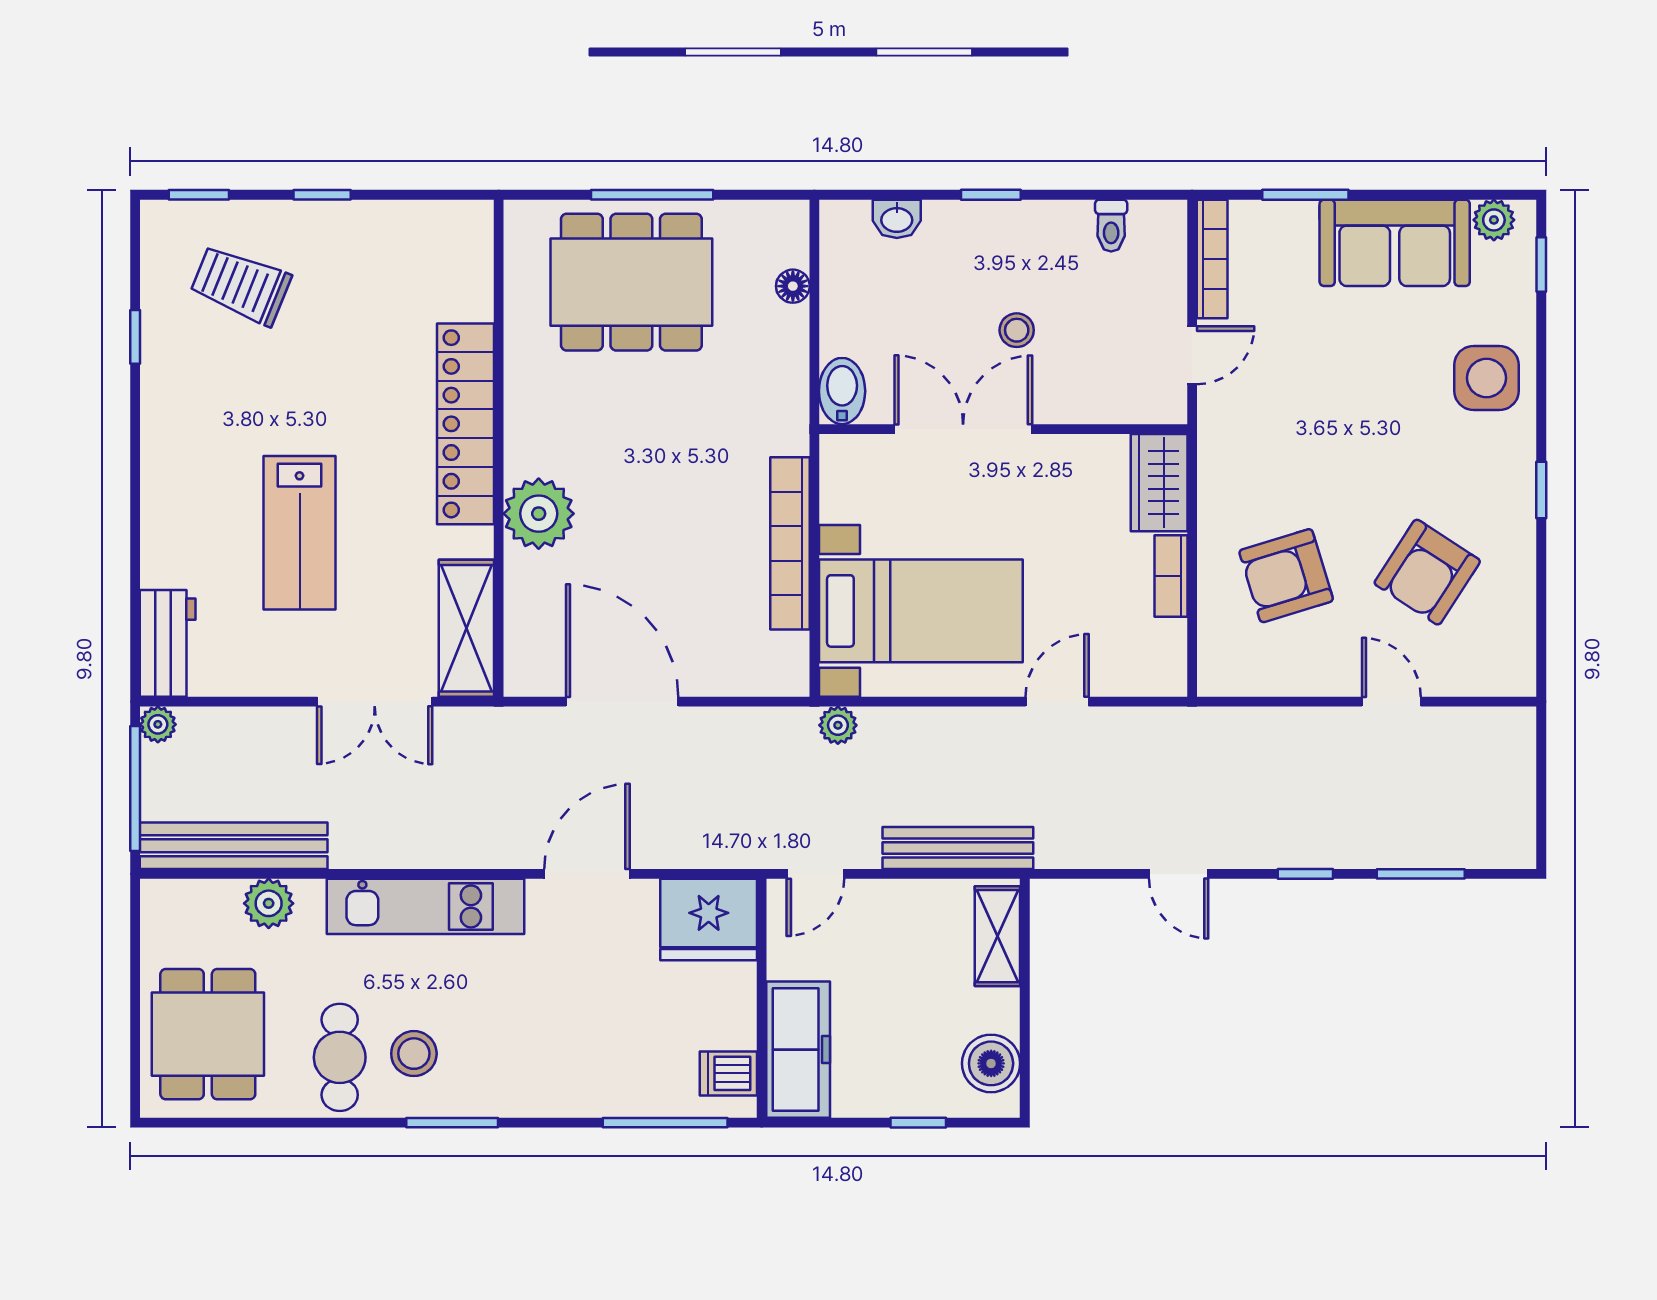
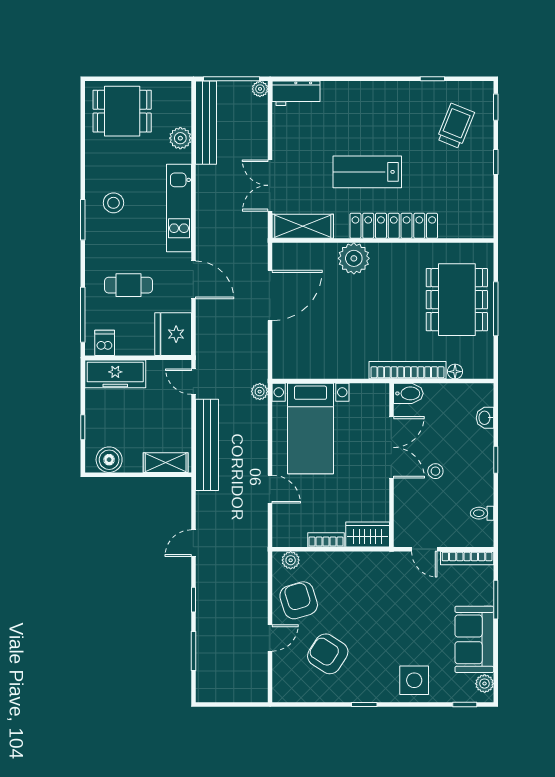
lab bench: (300, 533) -> (367, 172), moved
bookcase: (790, 543) -> (408, 370), moved
armchair: (1286, 576) -> (299, 600), moved
plant: (1217, 656) -> (291, 560), added
bench: (958, 848) -> (207, 445), width x1.37, depth x1.21
cafe table: (340, 1057) -> (128, 285), moved

